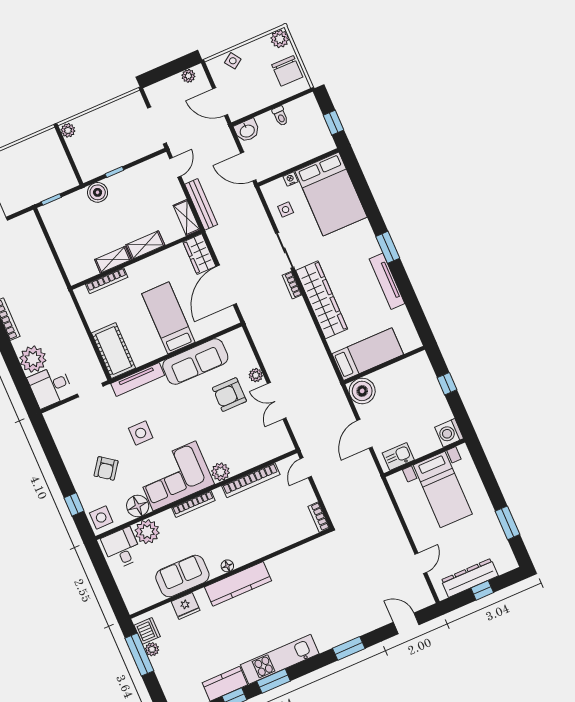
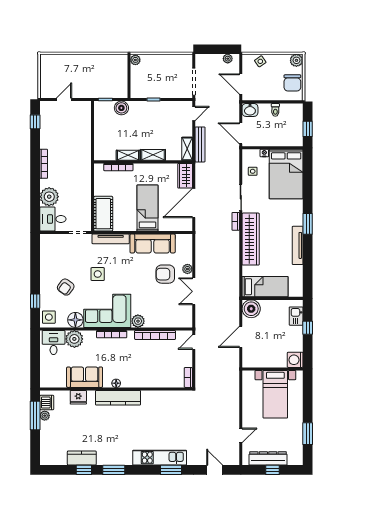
boiler: (98, 192) -> (121, 108), moved
kitchen sink: (398, 457) -> (296, 316), moved, turned -90
kitchen unit: (280, 659) -> (160, 458), moved

